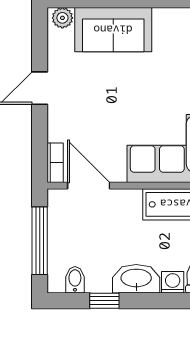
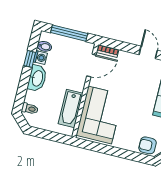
washing machine: (173, 282) -> (40, 58), moved

